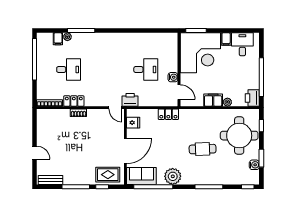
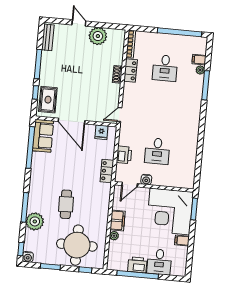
desk: (242, 44) -> (159, 262), moved, turned 90
printer: (252, 98) -> (137, 265), moved
printer: (130, 100) -> (124, 155), moved
plant: (45, 134) -> (98, 36), added
door: (34, 153) -> (79, 23), swing flipped
water cooler: (254, 165) -> (28, 257), moved
plant: (173, 176) -> (35, 221), moved

